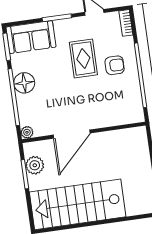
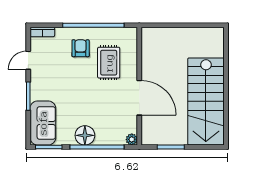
rug: (83, 58) -> (109, 63), moved, turned 90
plant: (35, 165) -> (164, 137), removed

